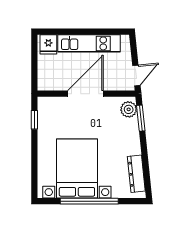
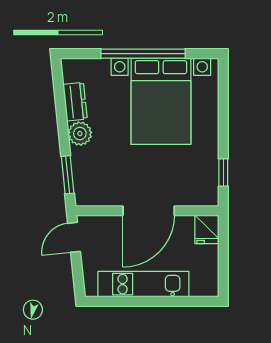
fridge: (48, 44) -> (207, 229), moved, turned 180
plant: (129, 109) -> (80, 134), moved
dresser: (136, 174) -> (75, 102), width x0.70

